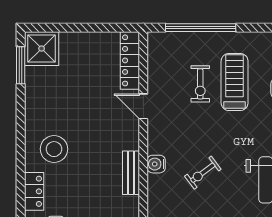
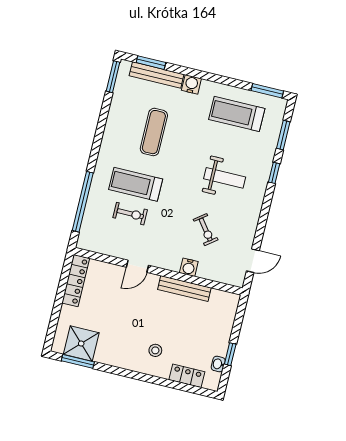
shower: (42, 49) -> (81, 344), moved
locker: (130, 60) -> (76, 281), moved, turned -90
stool: (54, 149) -> (155, 350), width x0.53, depth x0.53
bench: (131, 173) -> (184, 289), width x1.36

